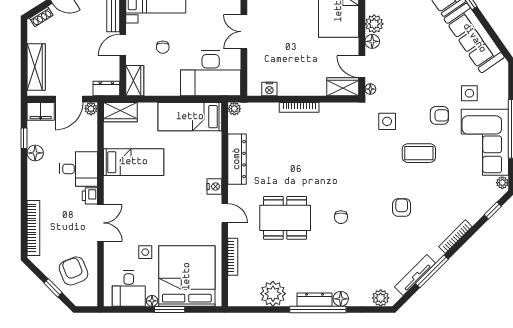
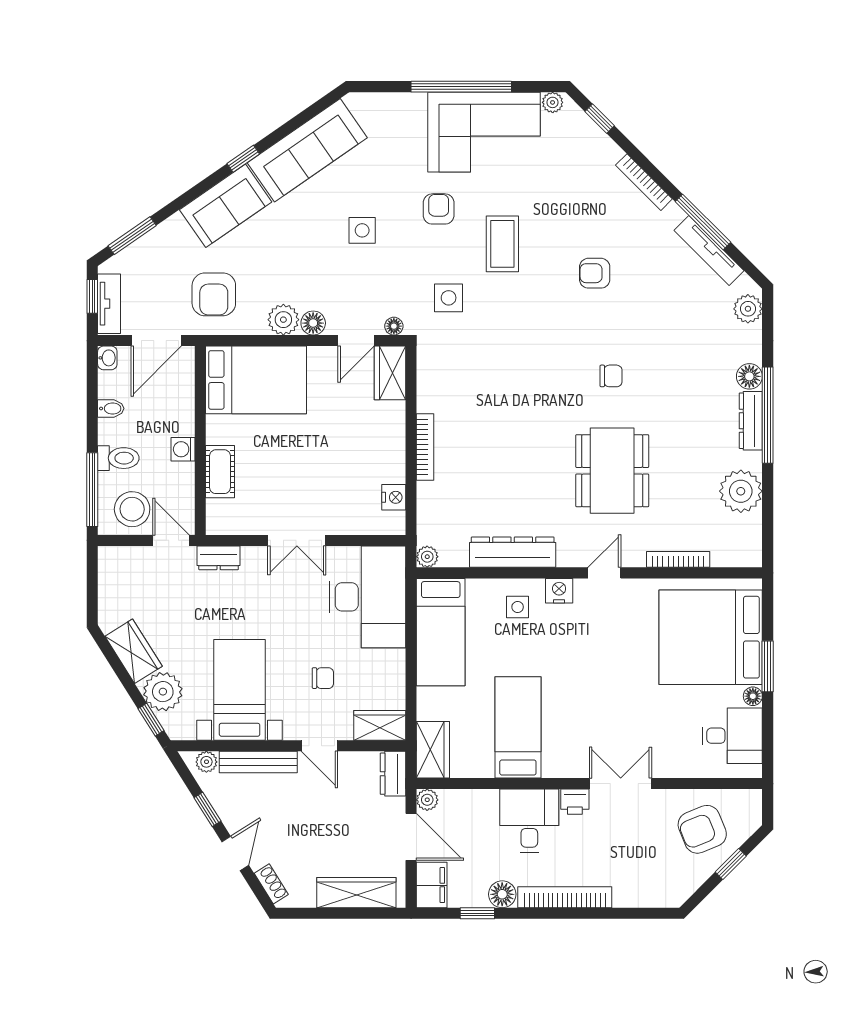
side table: (469, 93) -> (362, 230), moved
bookcase: (33, 228) -> (565, 897), moved
side table: (145, 252) -> (518, 607), moved

